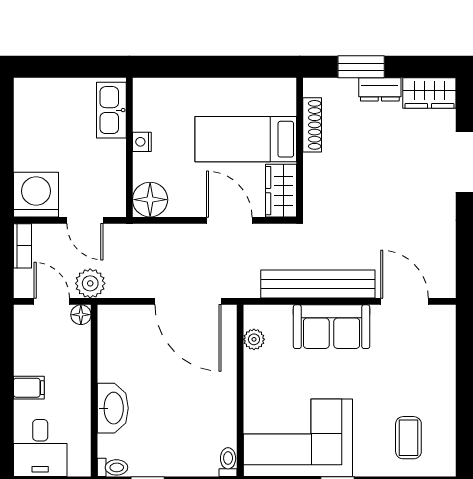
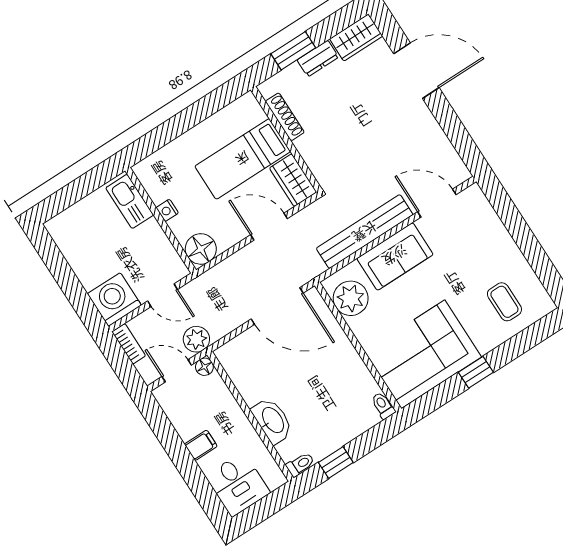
plant: (254, 339) -> (351, 298), width x1.88, depth x1.88

